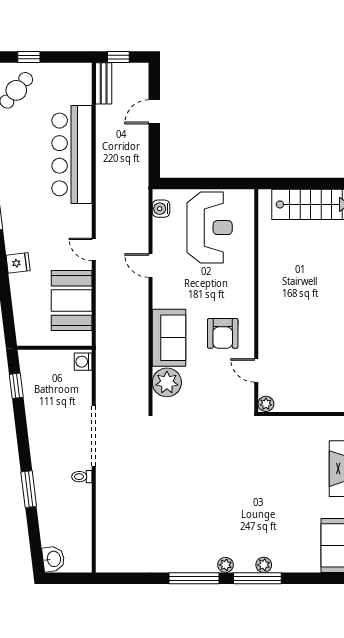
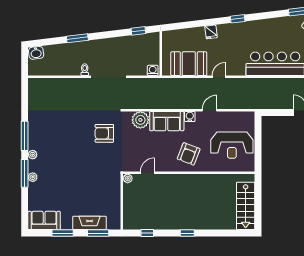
water cooler: (161, 209) -> (190, 117), moved
armchair: (223, 333) -> (189, 154), moved, turned -69
armchair: (189, 444) -> (104, 133), added

